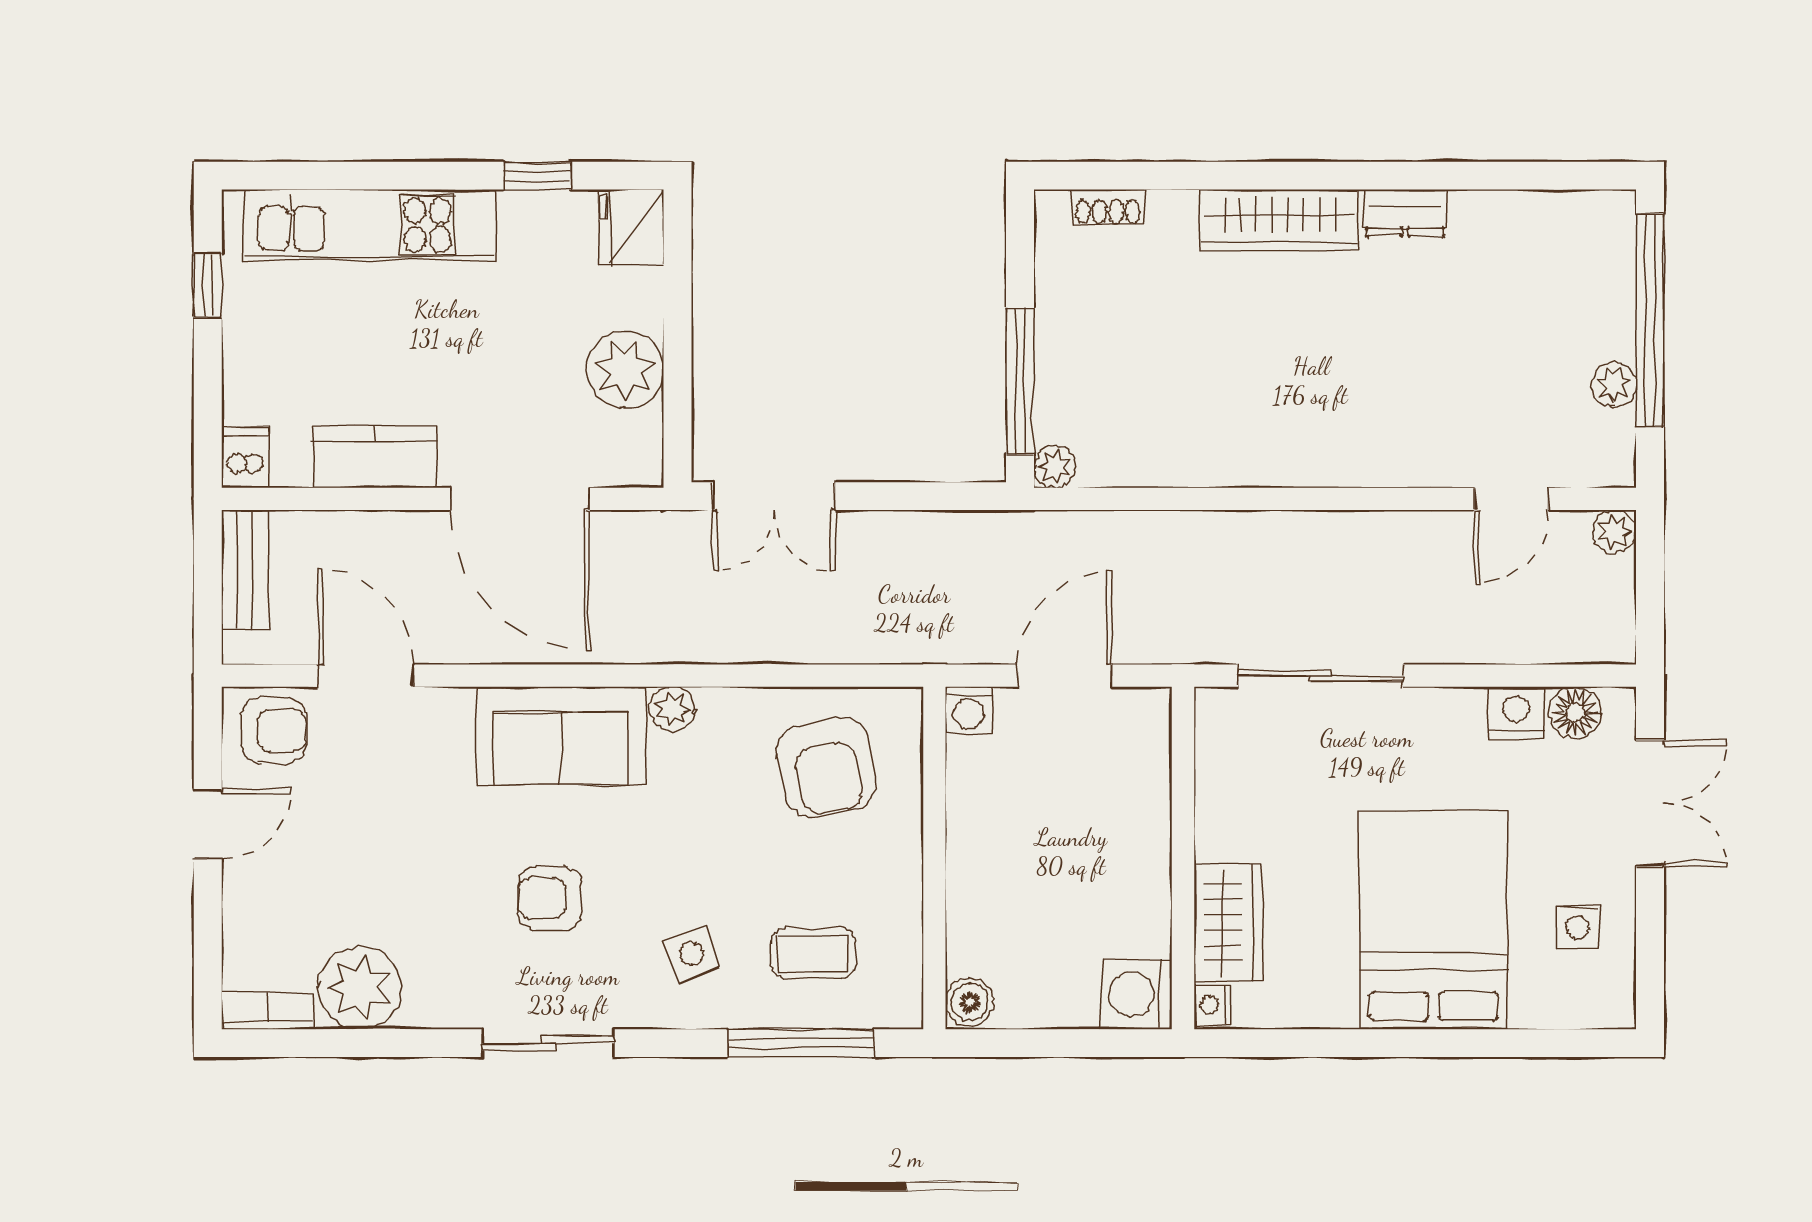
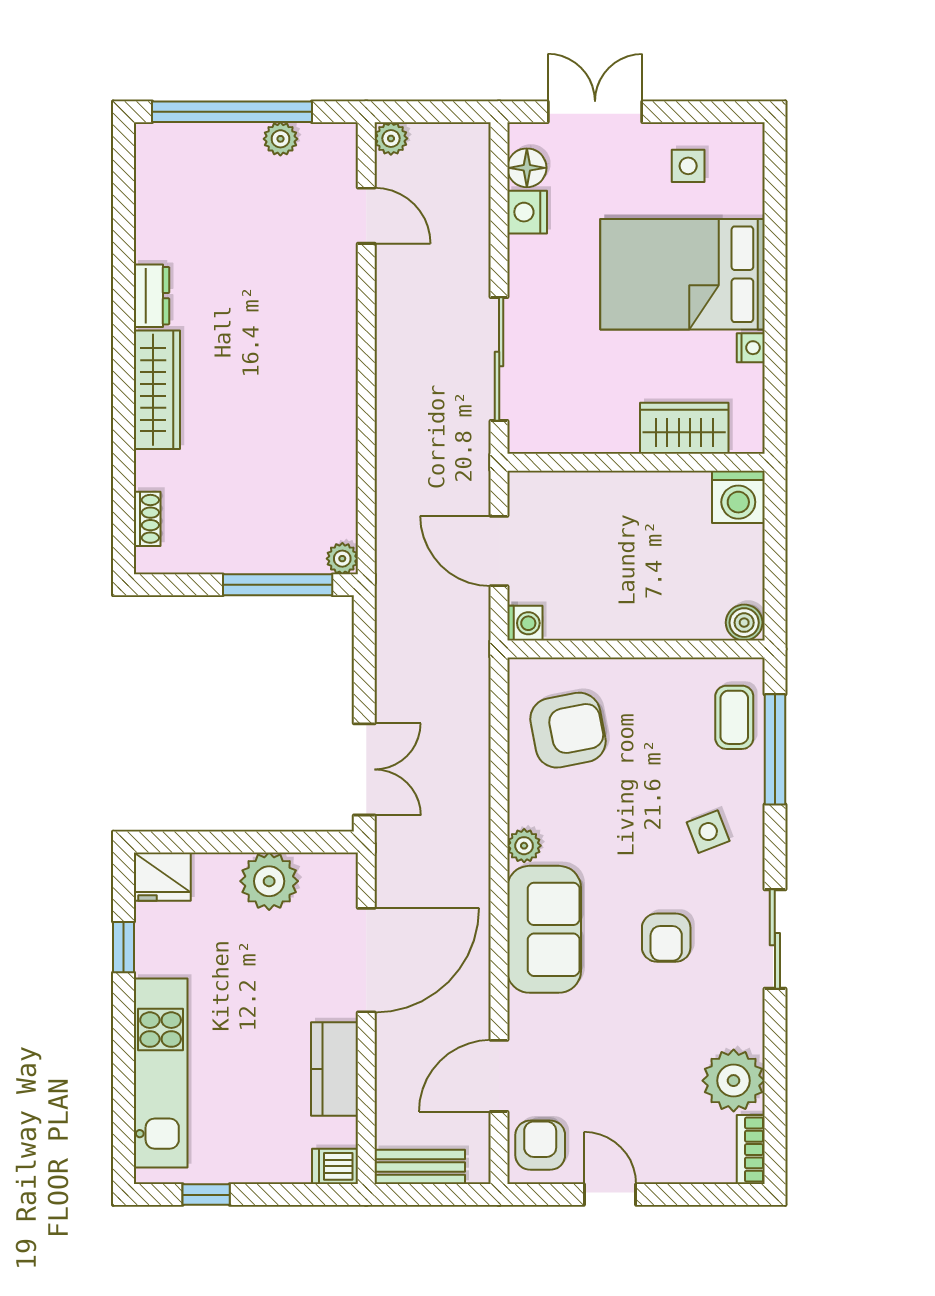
coffee table: (813, 953) -> (734, 717), moved
nightstand: (1213, 1005) -> (751, 348), moved, turned -90

